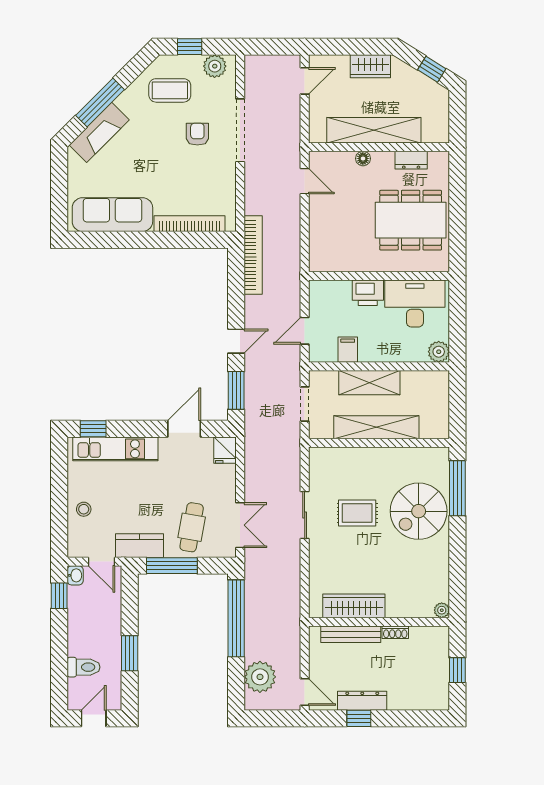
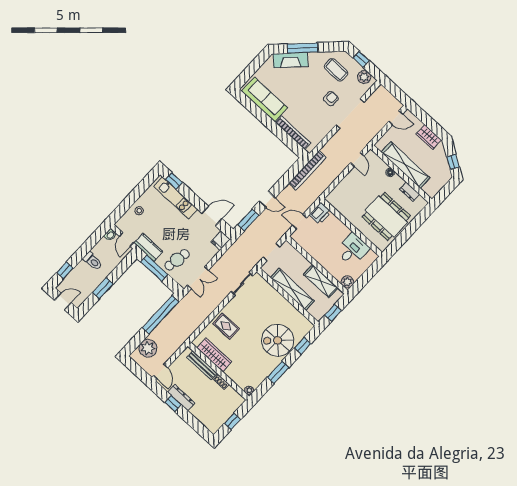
printer: (368, 293) -> (320, 213), moved, turned -90
desk: (415, 304) -> (353, 250), width x0.73
filing cabinet: (348, 350) -> (310, 246), removed
shelving: (369, 383) -> (321, 281), moved
window: (457, 409) -> (333, 313), added
window: (457, 488) -> (303, 346), width x0.46
rug: (357, 513) -> (226, 326), moved
sliding door: (305, 515) -> (242, 284), moved
window: (457, 552) -> (278, 372), added
window: (59, 596) -> (65, 270), moved
toilet: (84, 667) -> (93, 261), moved

